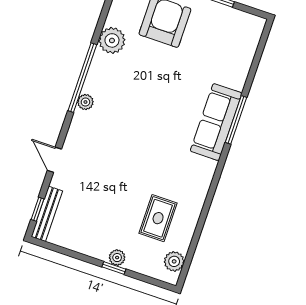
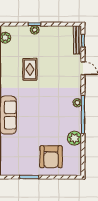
rug: (158, 218) -> (30, 69), moved

